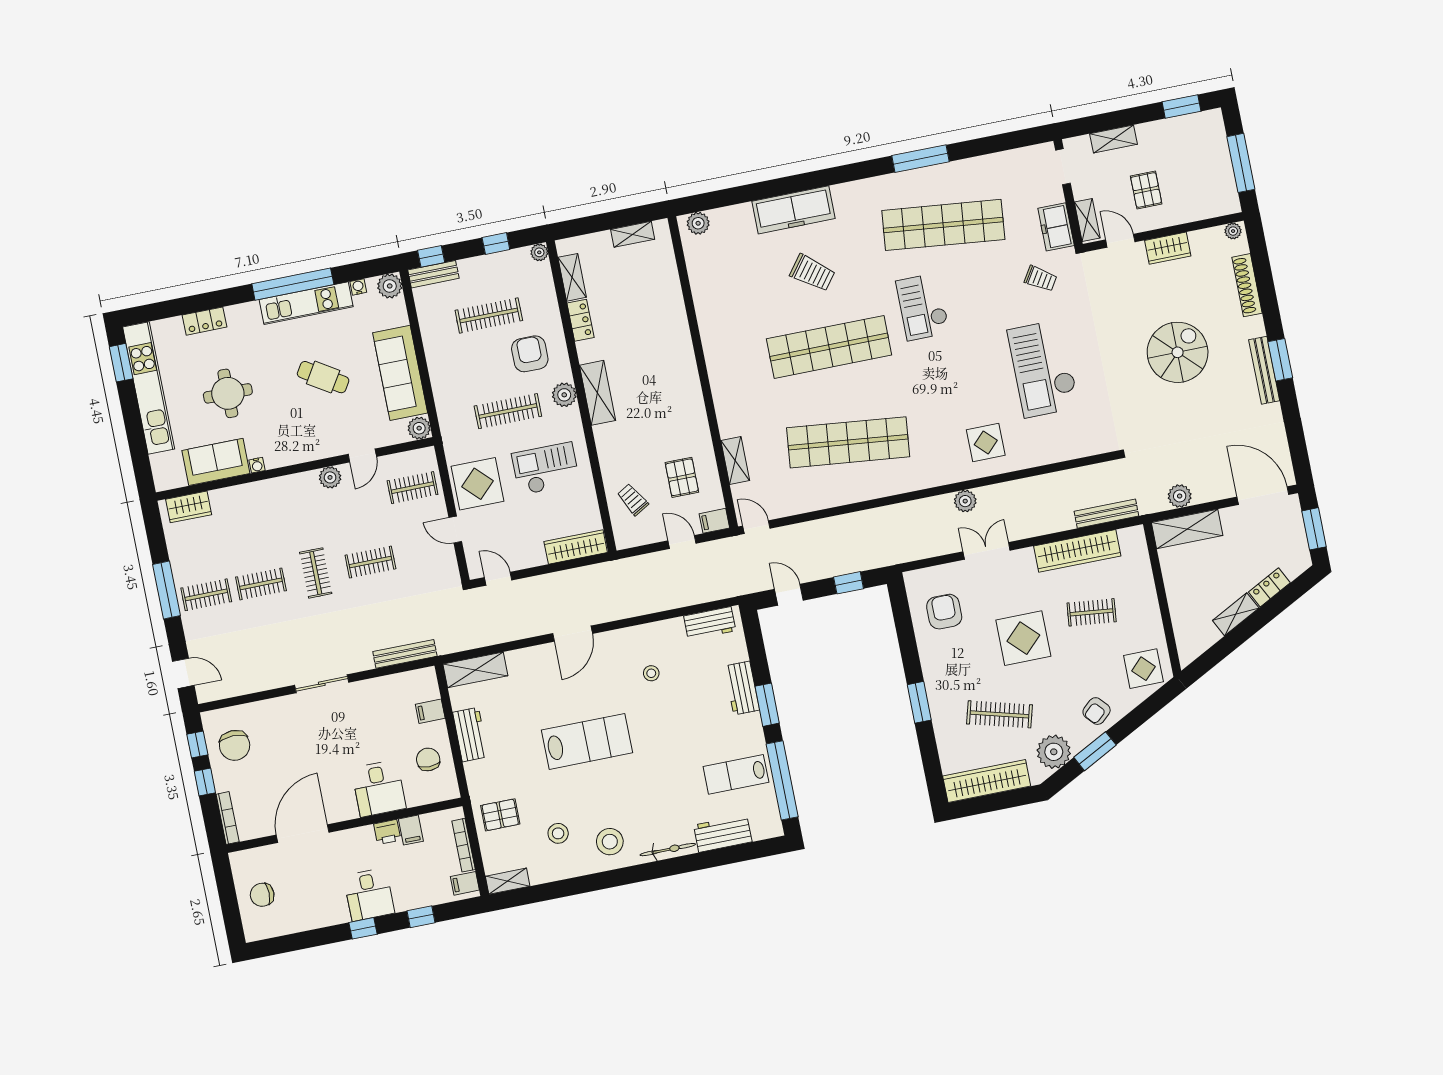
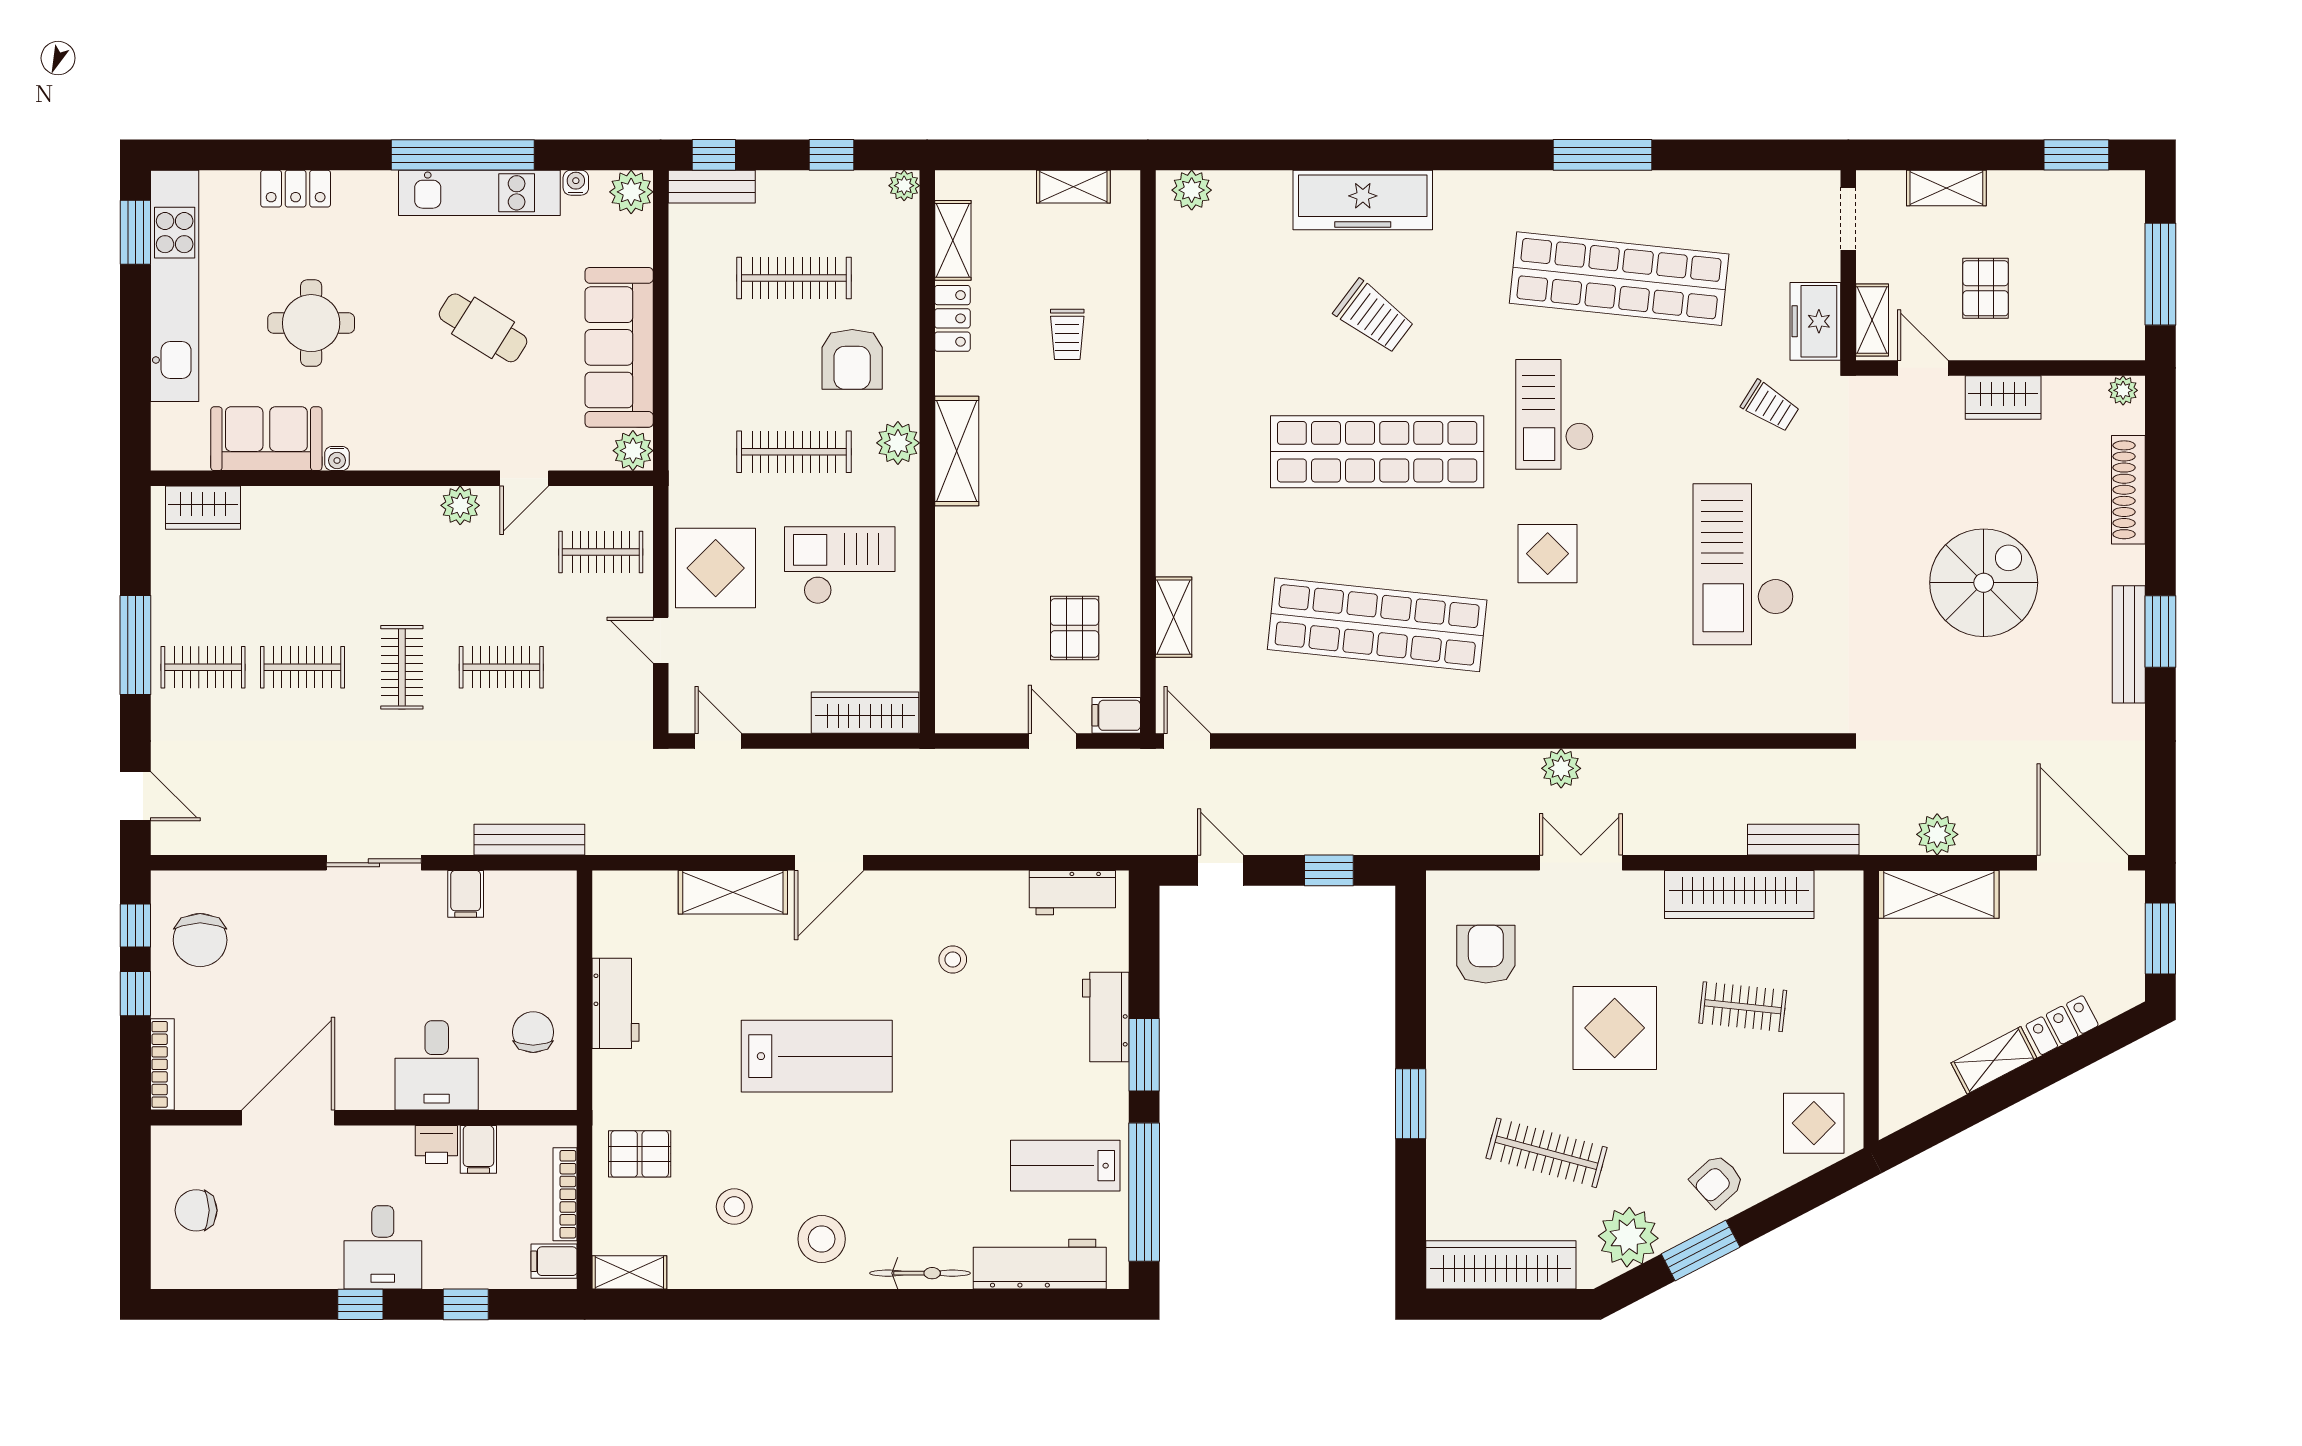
armchair: (530, 354) -> (852, 359), turned 180
display table: (986, 443) -> (1548, 554), moved
trolley: (633, 500) -> (1067, 334), moved, turned -150
shelving: (475, 670) -> (733, 892), moved
filing cabinet: (430, 711) -> (466, 894), moved, turned -90
workbench: (723, 833) -> (1040, 1264), width x1.38

